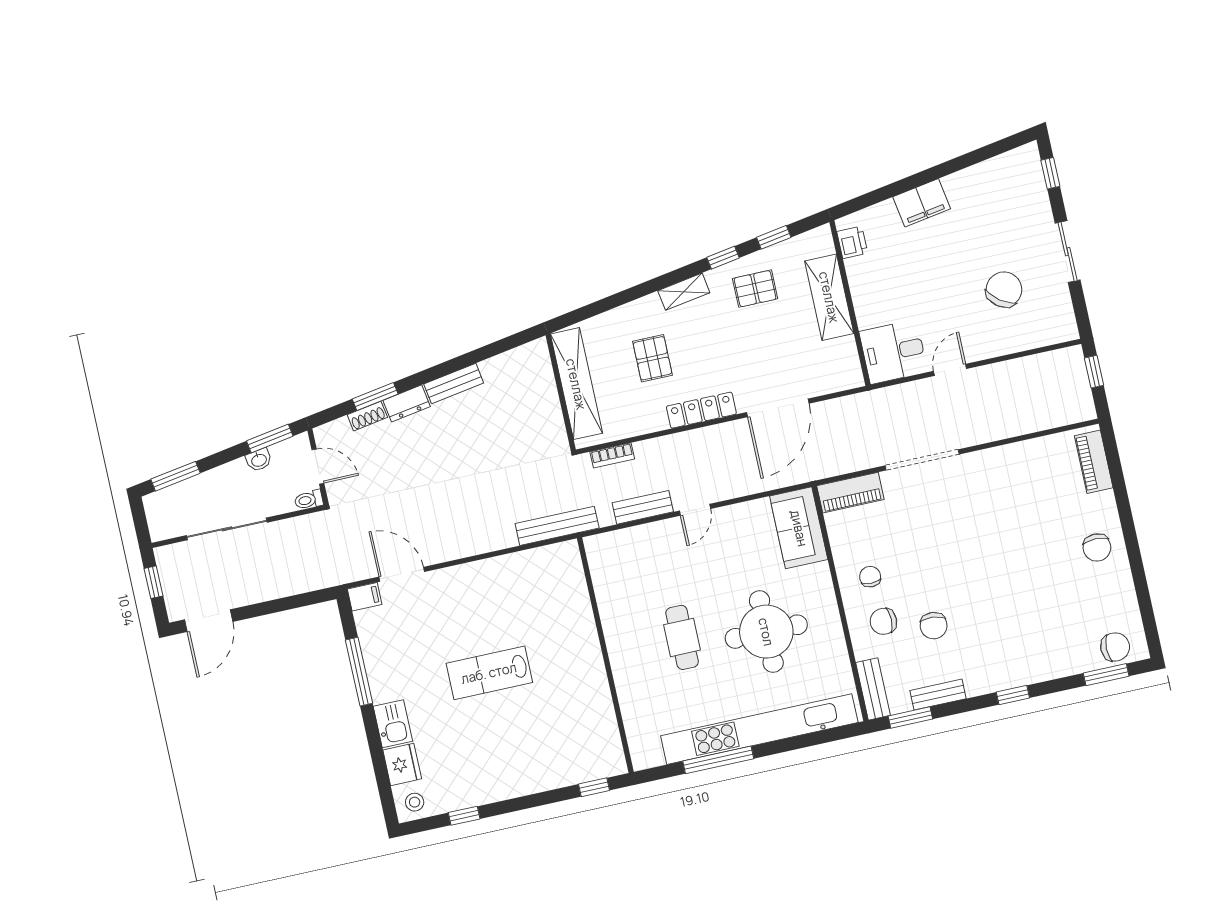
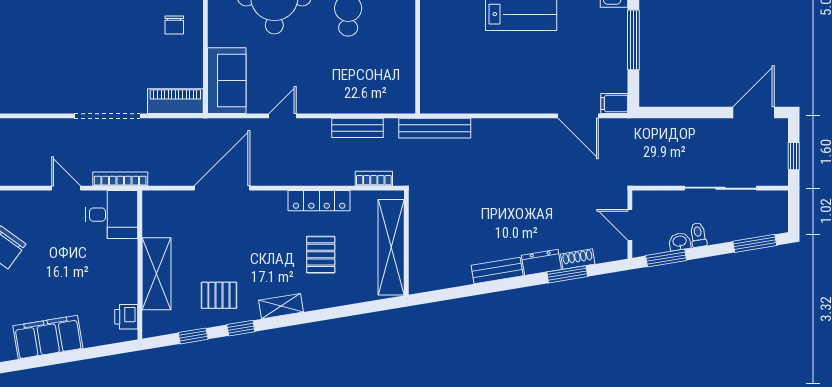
filing cabinet: (922, 203) -> (48, 337), width x1.50, depth x1.17
door: (950, 370) -> (66, 188), swing flipped
bookcase: (893, 393) -> (120, 179), added
locker: (701, 410) -> (319, 201), moved
toilet: (309, 500) -> (698, 235), moved, turned -99
door: (695, 510) -> (282, 116), moved

